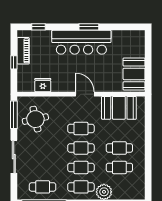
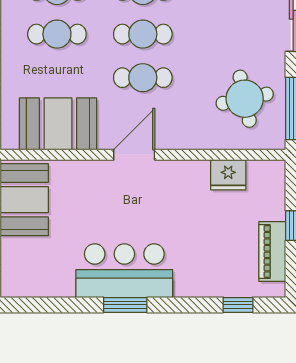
bar counter: (81, 42) -> (124, 271), width x0.73
door: (85, 94) -> (134, 155), swing flipped

